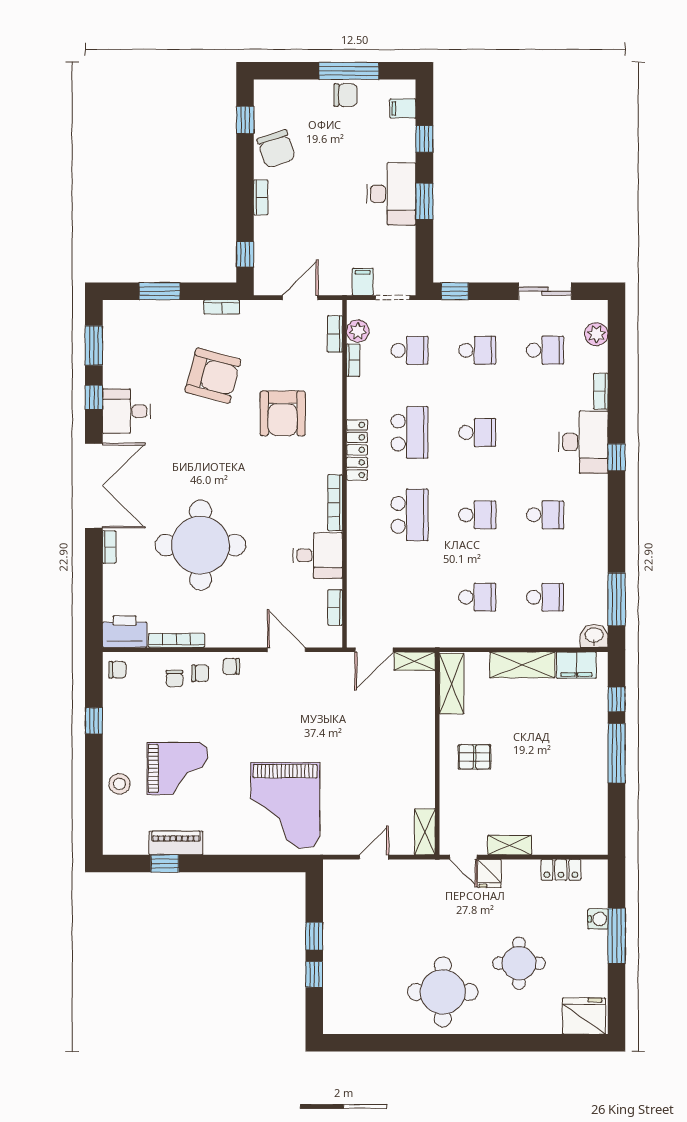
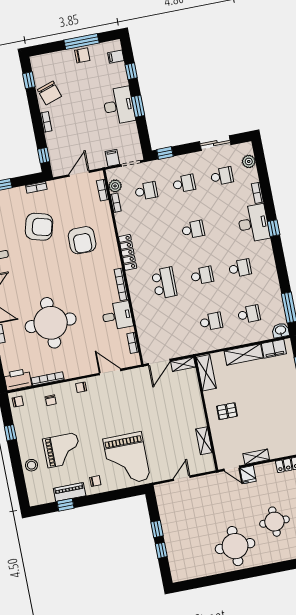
school desk: (410, 433) -> (155, 237), removed
chair: (200, 673) -> (95, 481), moved
shelving: (425, 832) -> (204, 441), moved

